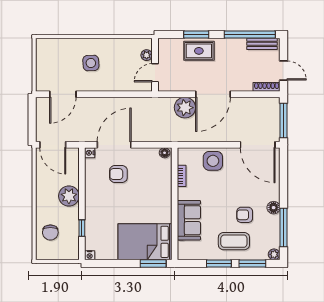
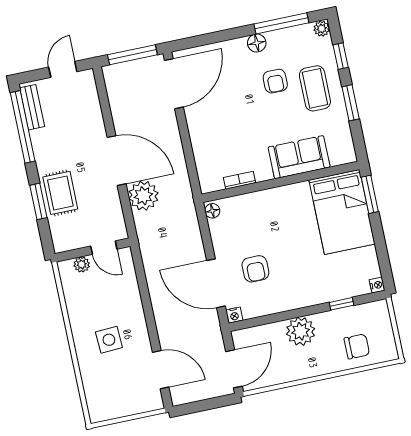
shoe rack: (267, 87) -> (91, 88), removed
side table: (213, 161) -> (209, 141), removed
window: (252, 263) -> (341, 56), width x0.67

